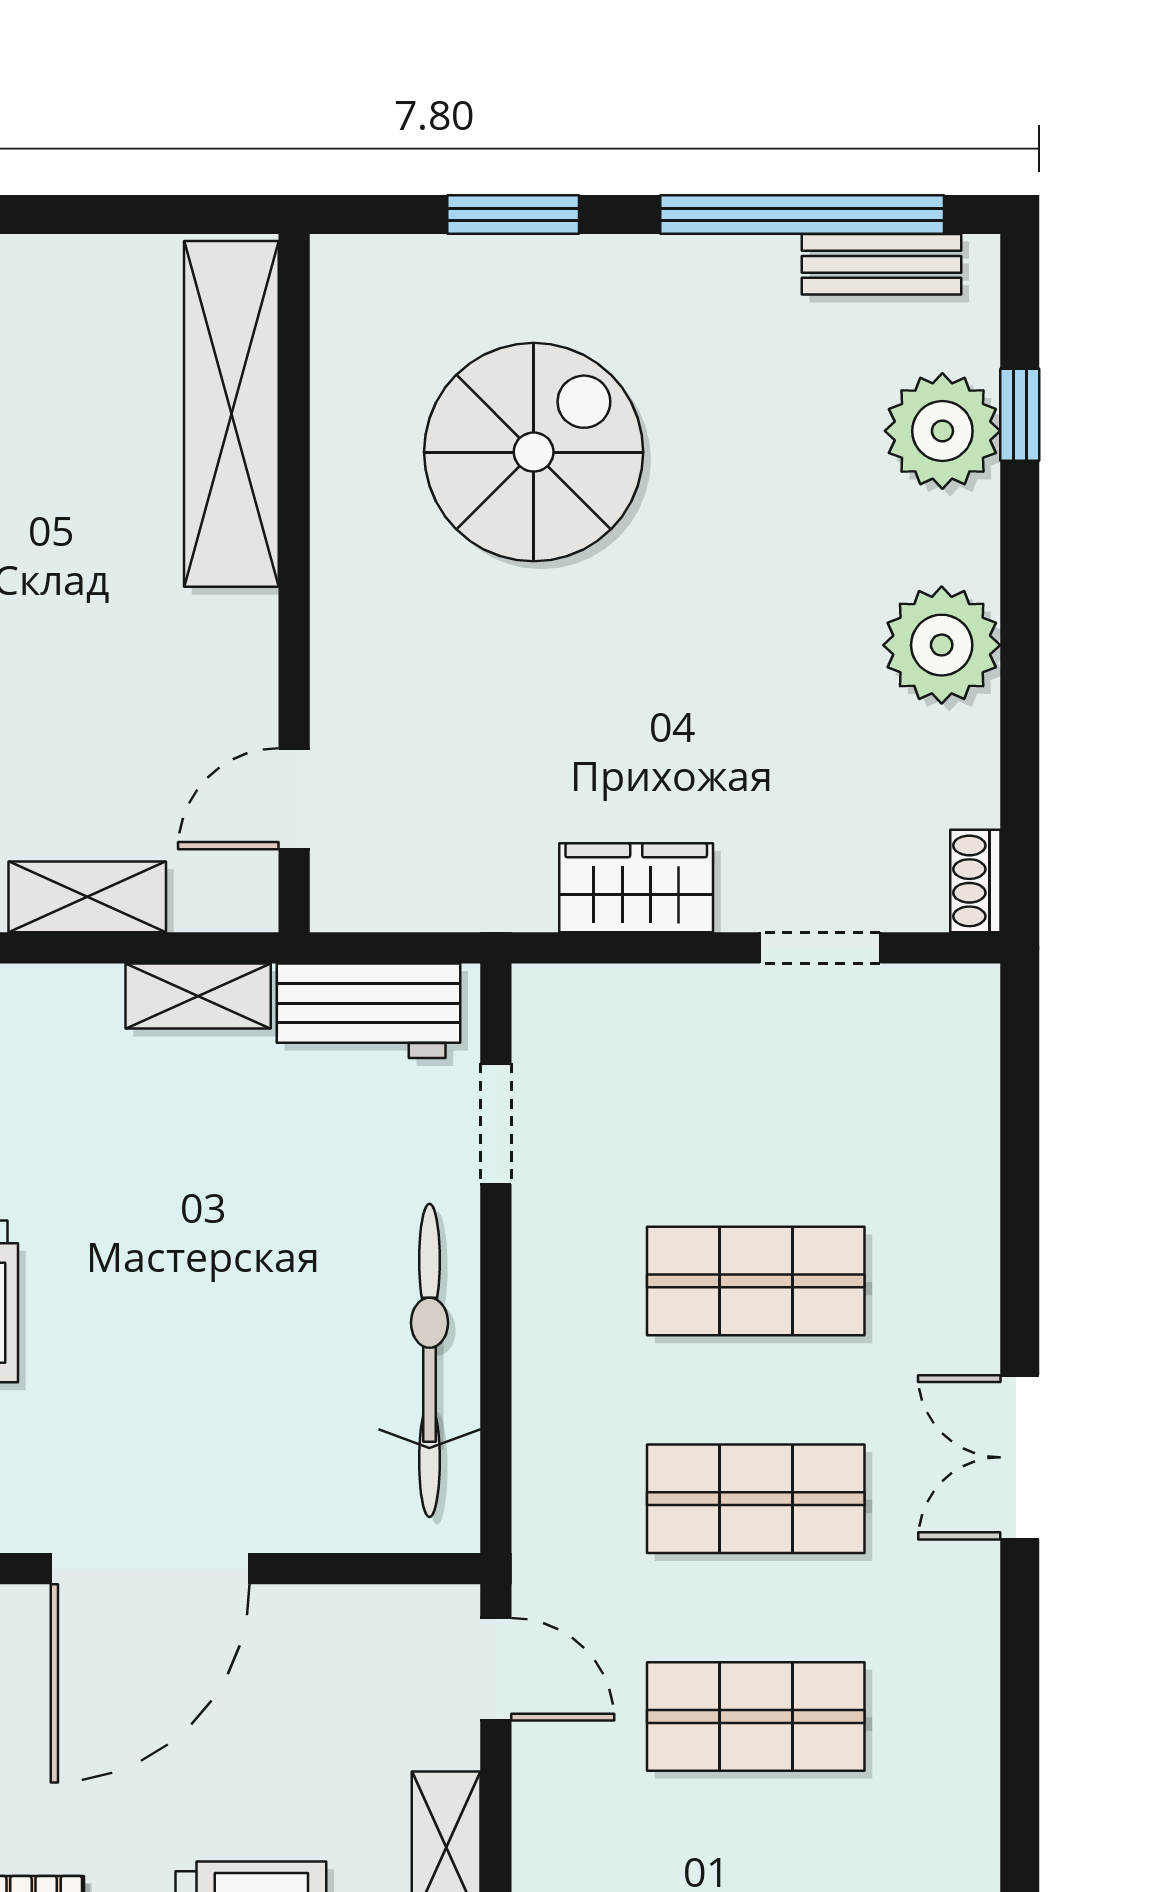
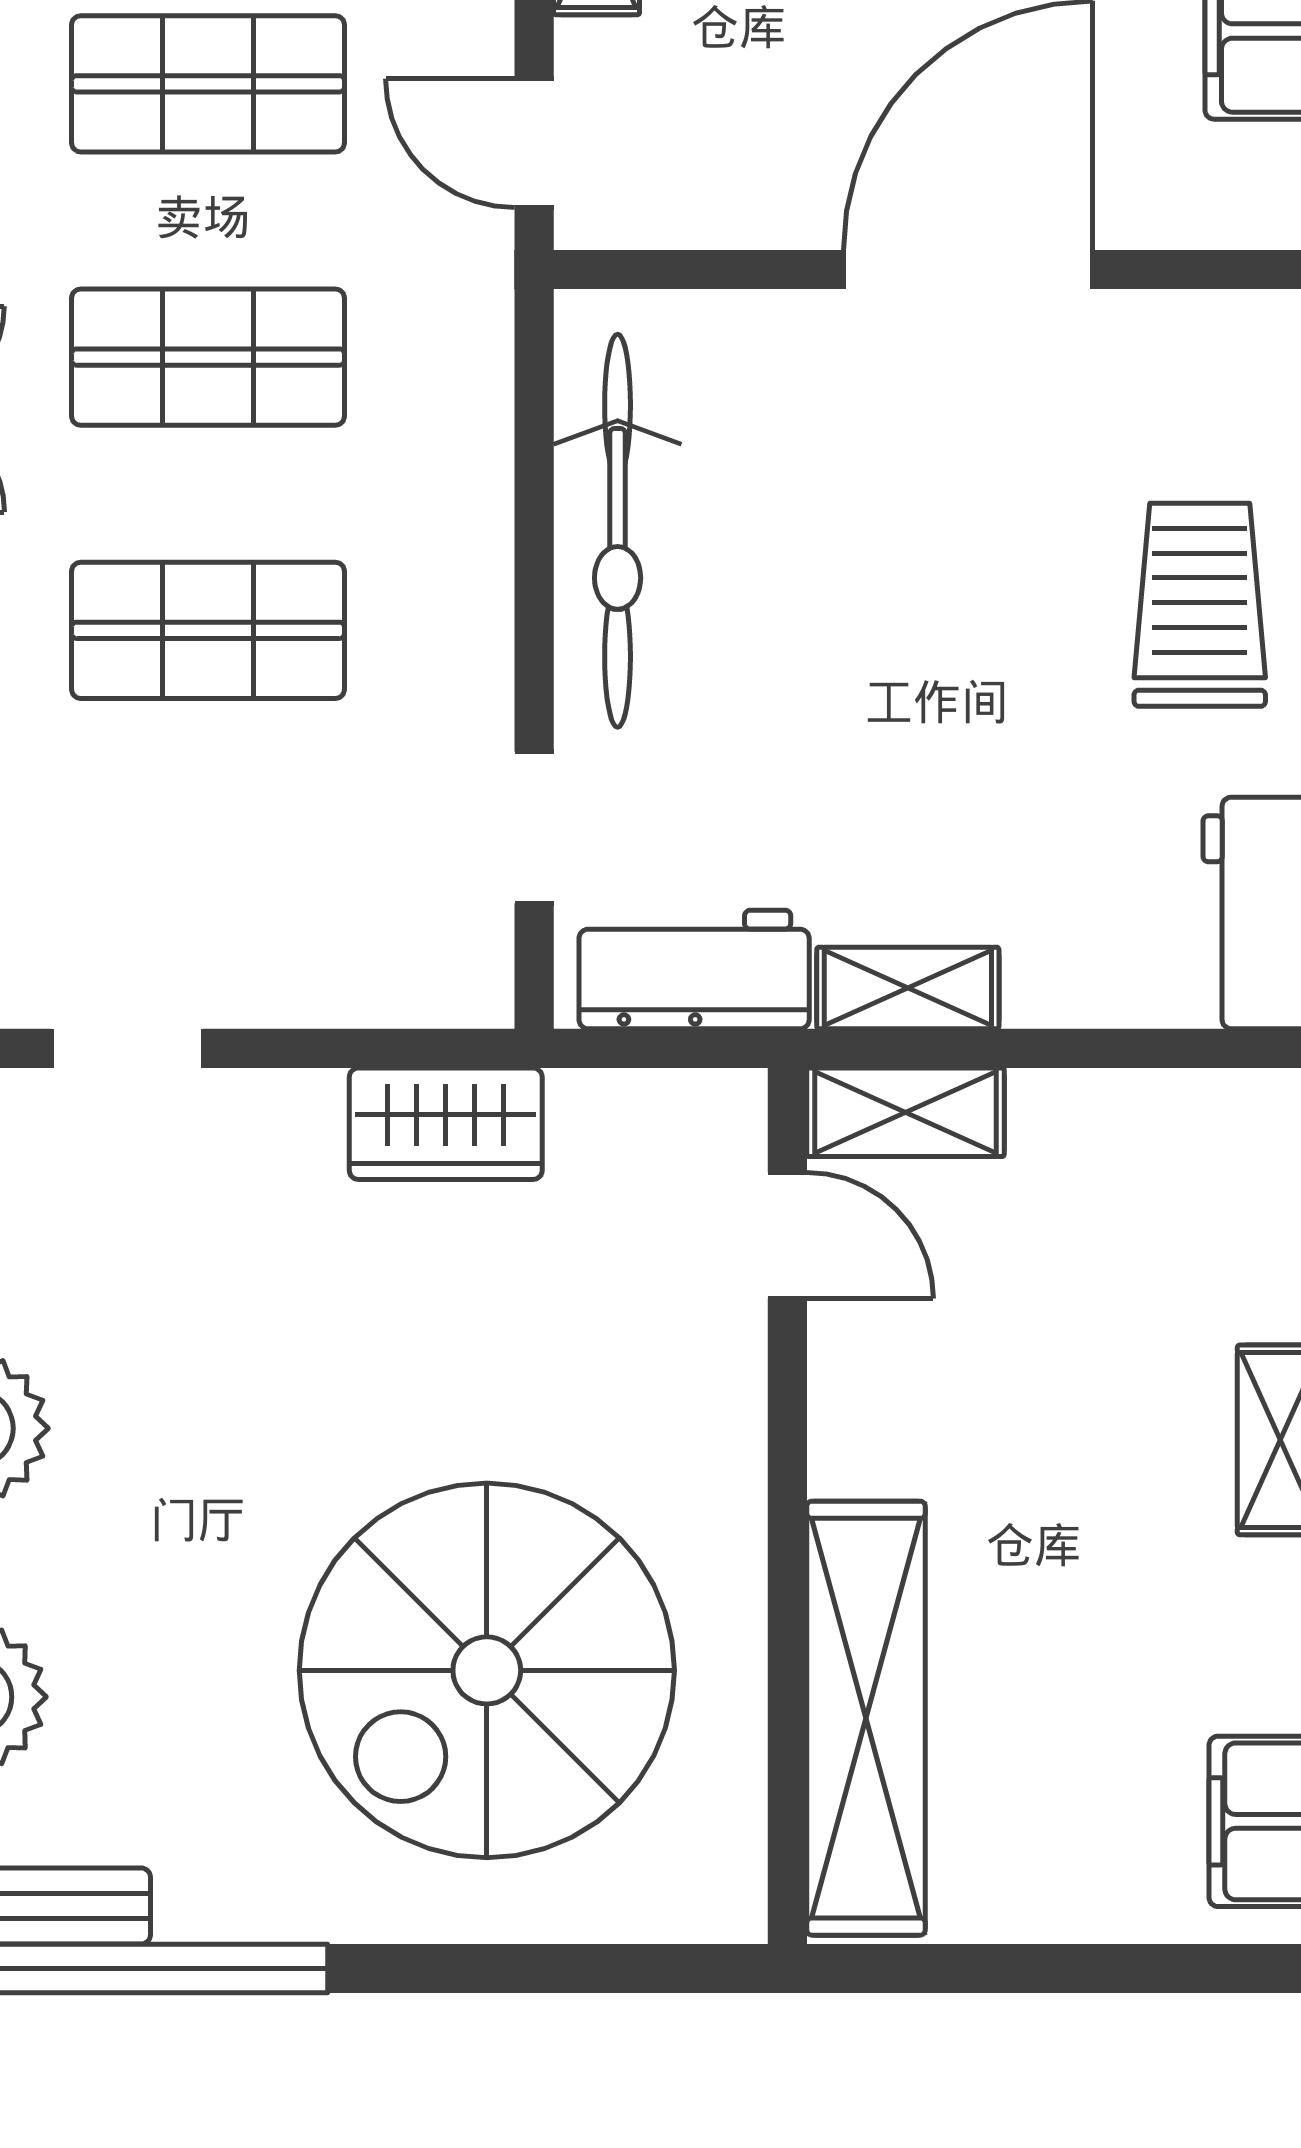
window: (513, 214) -> (513, 1969), removed
spiral stairs: (534, 452) -> (487, 1670), width x1.37, depth x1.37
door: (294, 799) -> (787, 1236), hinge flipped
wardrobe: (636, 888) -> (446, 1124), moved
shelving: (87, 897) -> (906, 1112), moved

